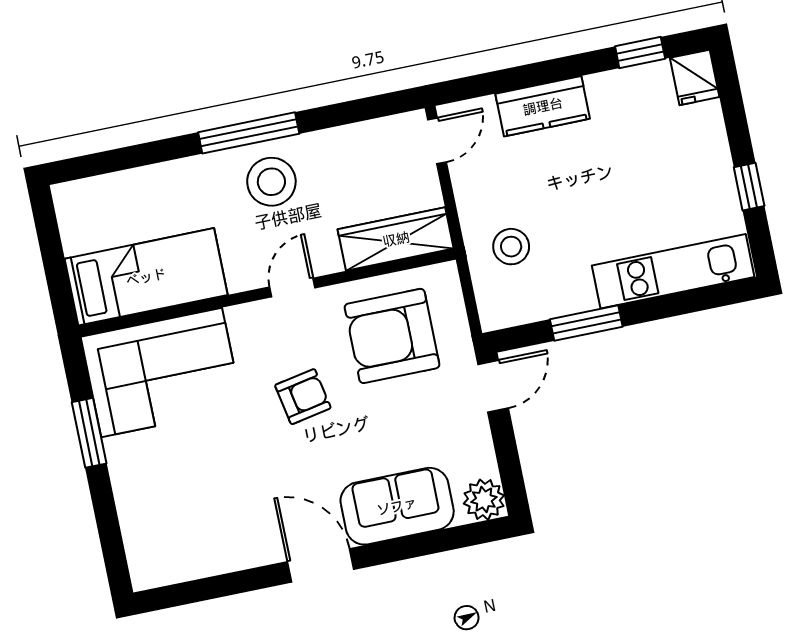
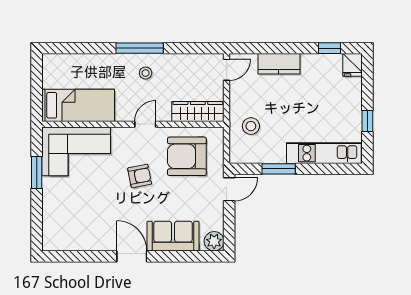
stool: (271, 182) -> (146, 73), width x0.53, depth x0.53

